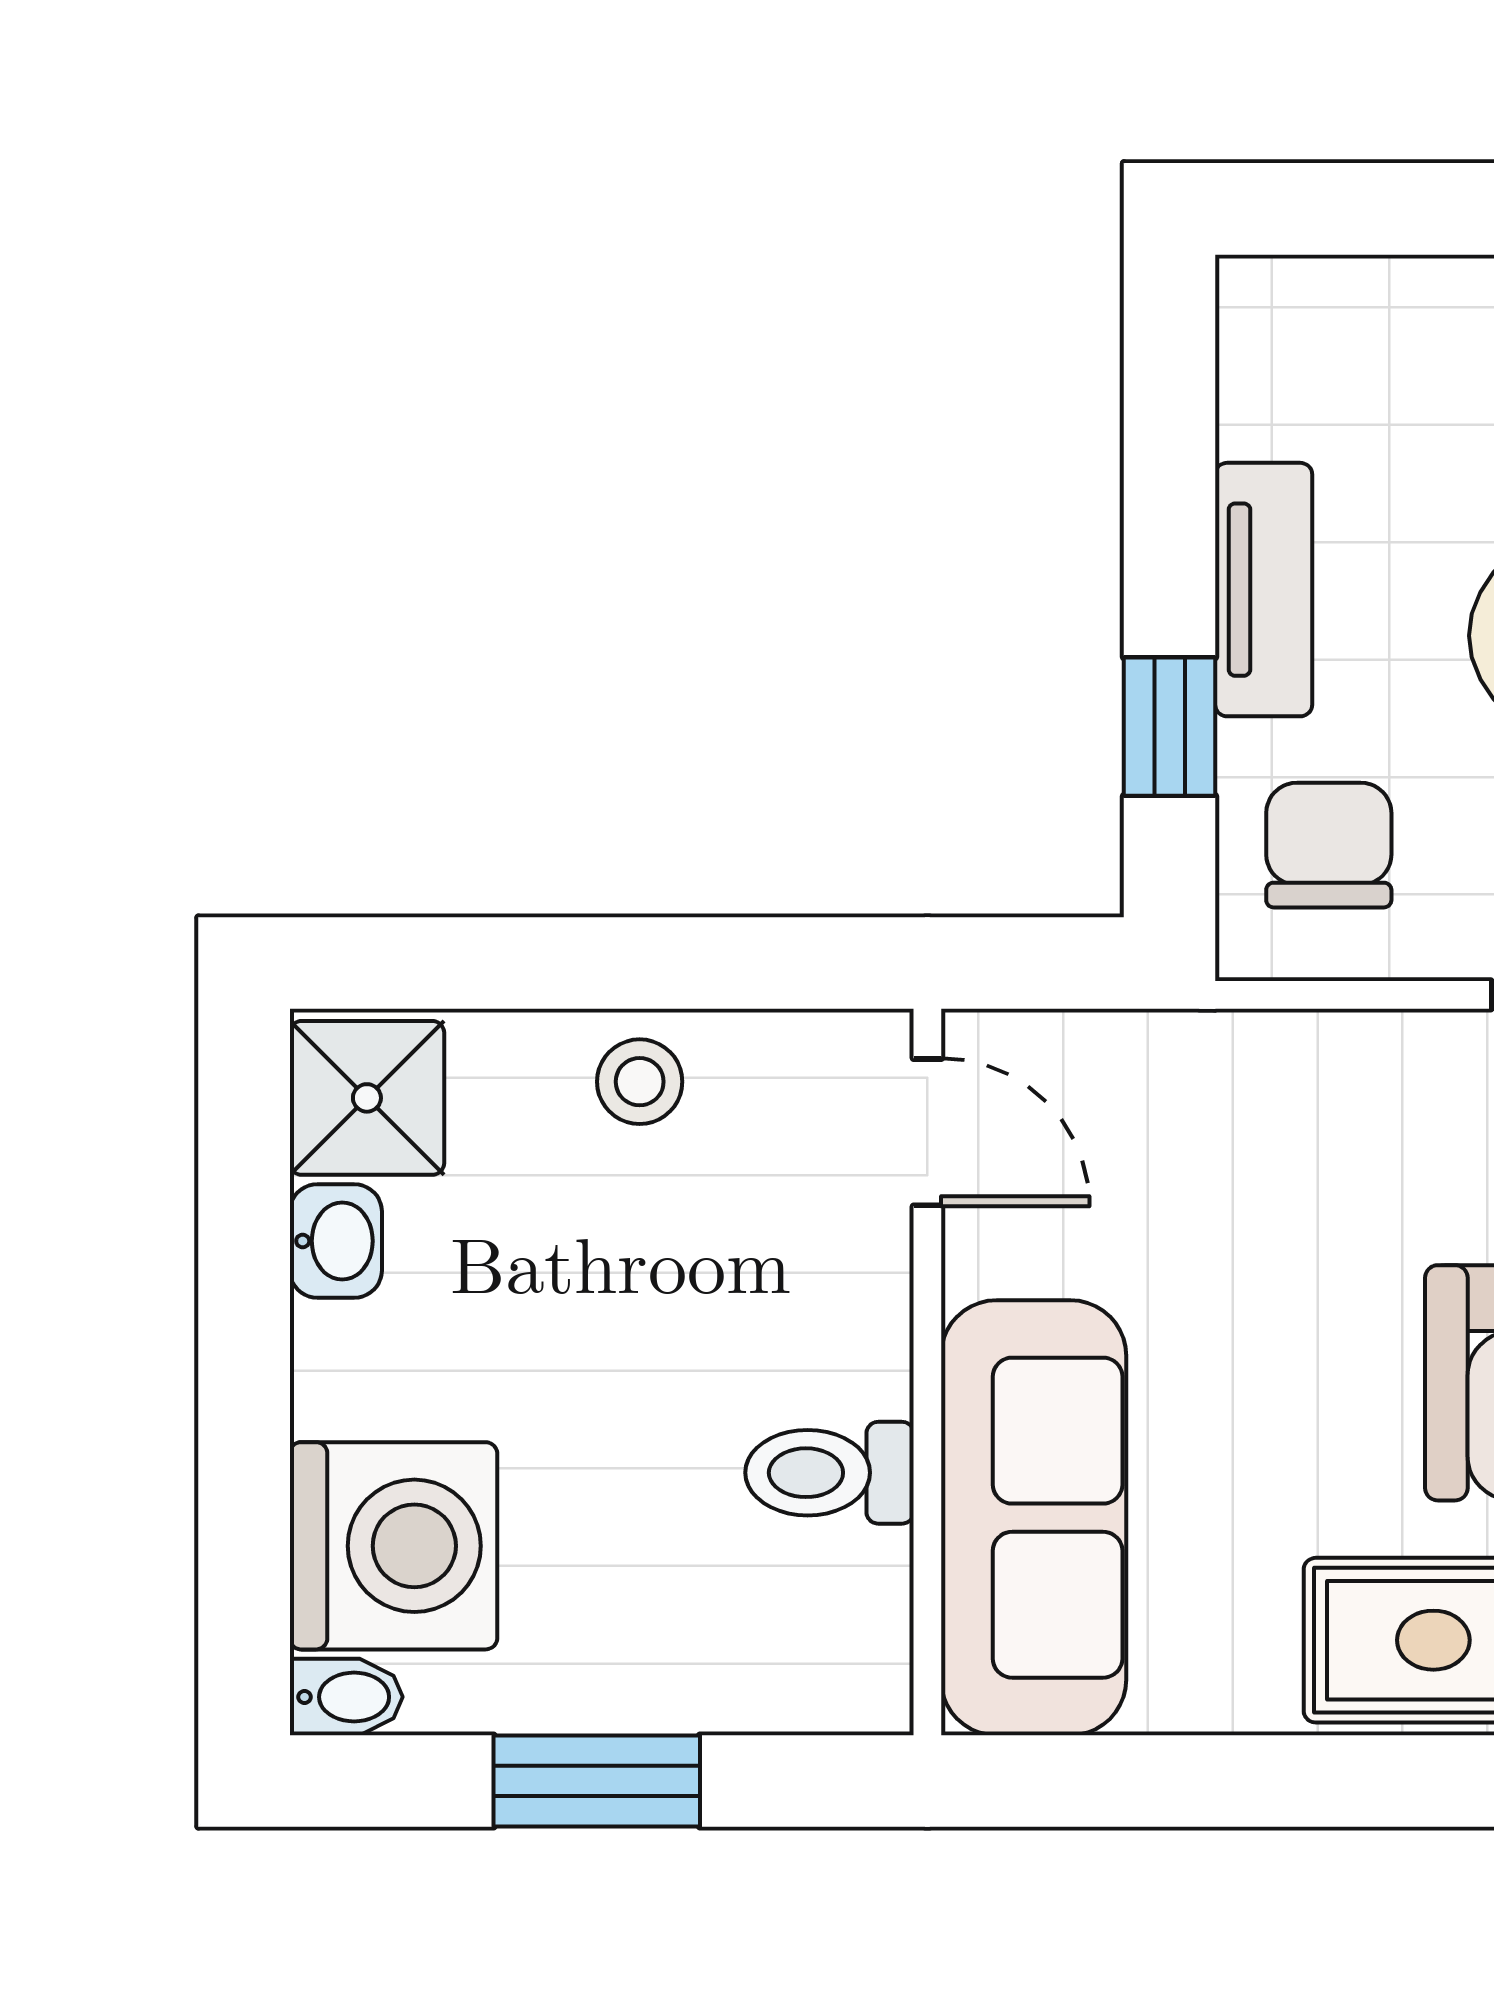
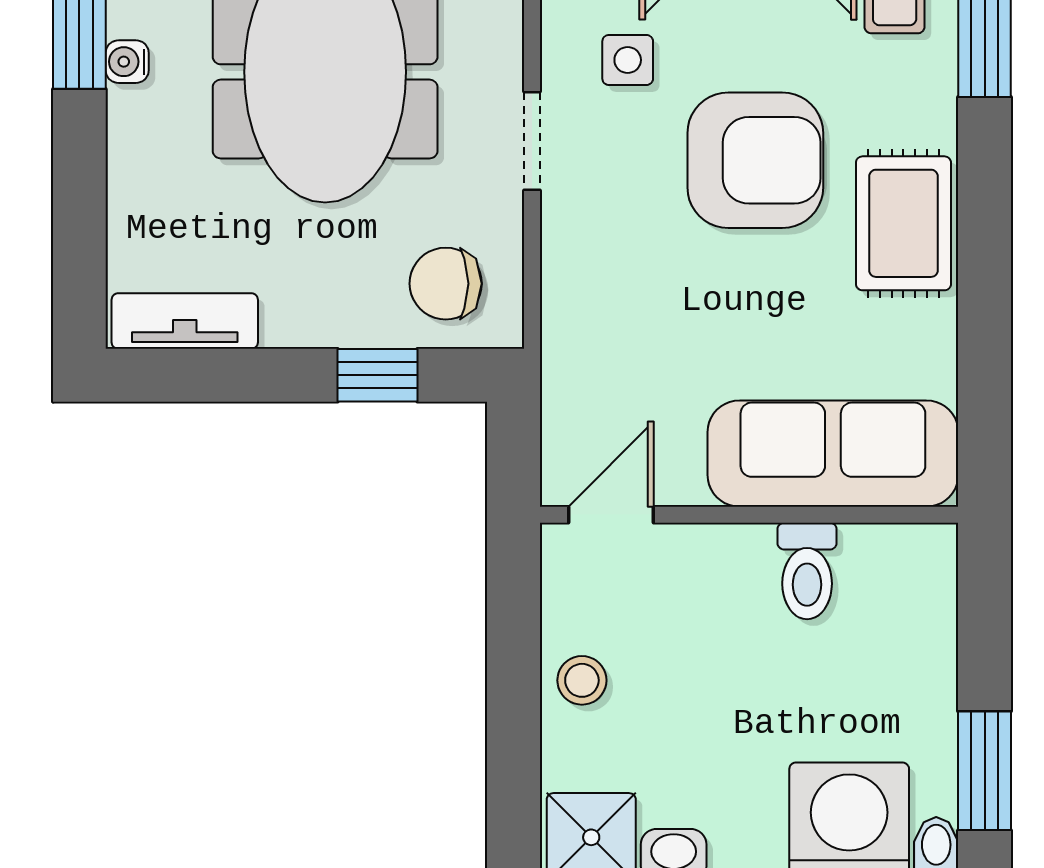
tv unit: (1264, 590) -> (185, 321), moved
window: (597, 1781) -> (985, 771), moved

